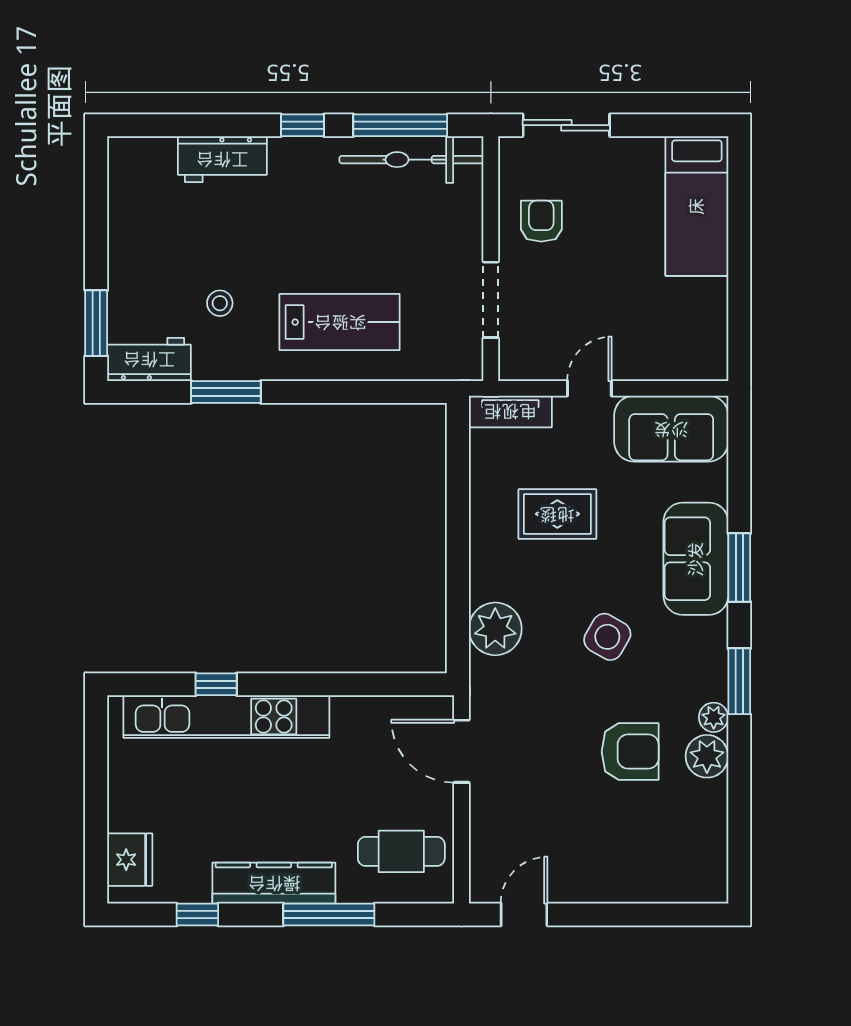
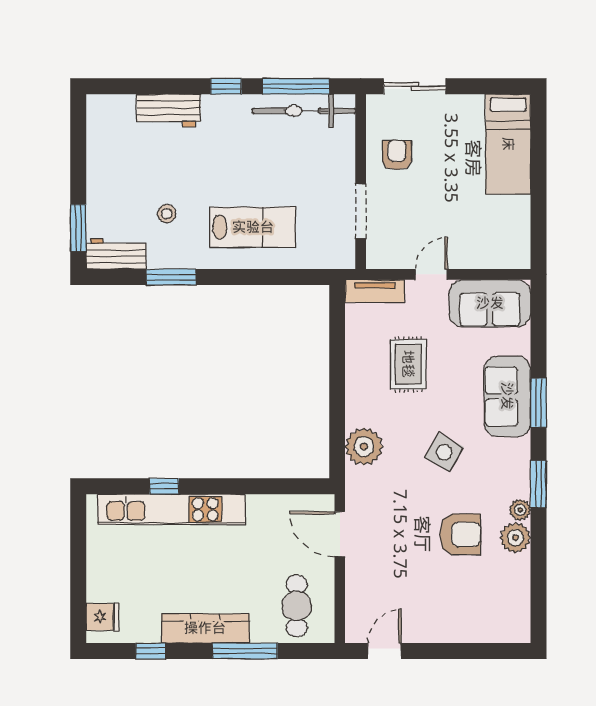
rug: (557, 514) -> (408, 364), turned 90
cafe table: (401, 851) -> (297, 606), turned 90
fridge: (130, 860) -> (102, 617), width x0.72

